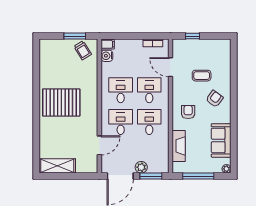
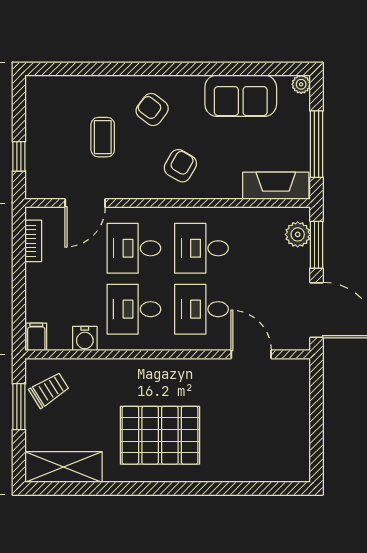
water cooler: (107, 56) -> (85, 339), moved
pallet: (61, 102) -> (160, 435), turned 90
armchair: (188, 112) -> (180, 166), turned 120
fireplace: (179, 146) -> (276, 186), moved
shelving: (57, 166) -> (64, 467), moved, turned 90
plant: (141, 167) -> (298, 234), moved

